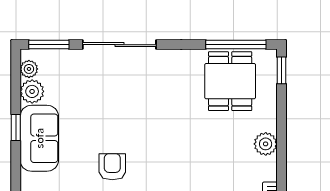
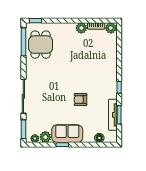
dining table: (230, 81) -> (41, 45), turned 90
plant: (266, 144) -> (81, 28), moved

